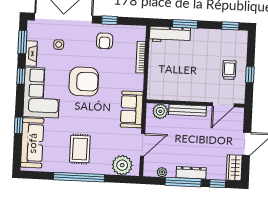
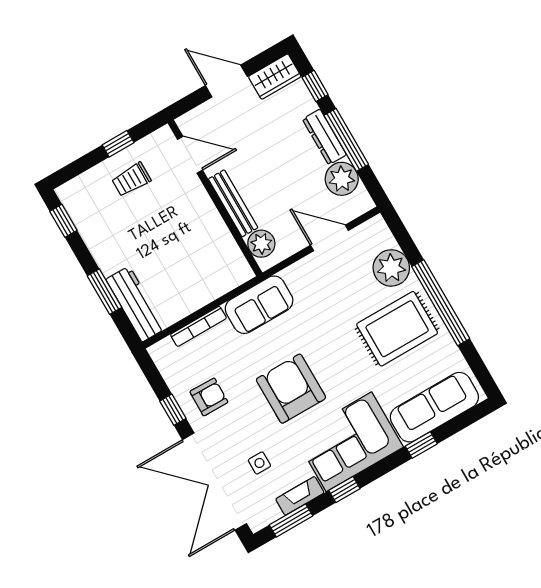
sofa: (132, 109) -> (259, 305), moved
rug: (80, 149) -> (397, 329), width x1.36, depth x1.43
plant: (122, 165) -> (391, 268), moved
plant: (162, 172) -> (342, 179), width x1.87, depth x1.87

